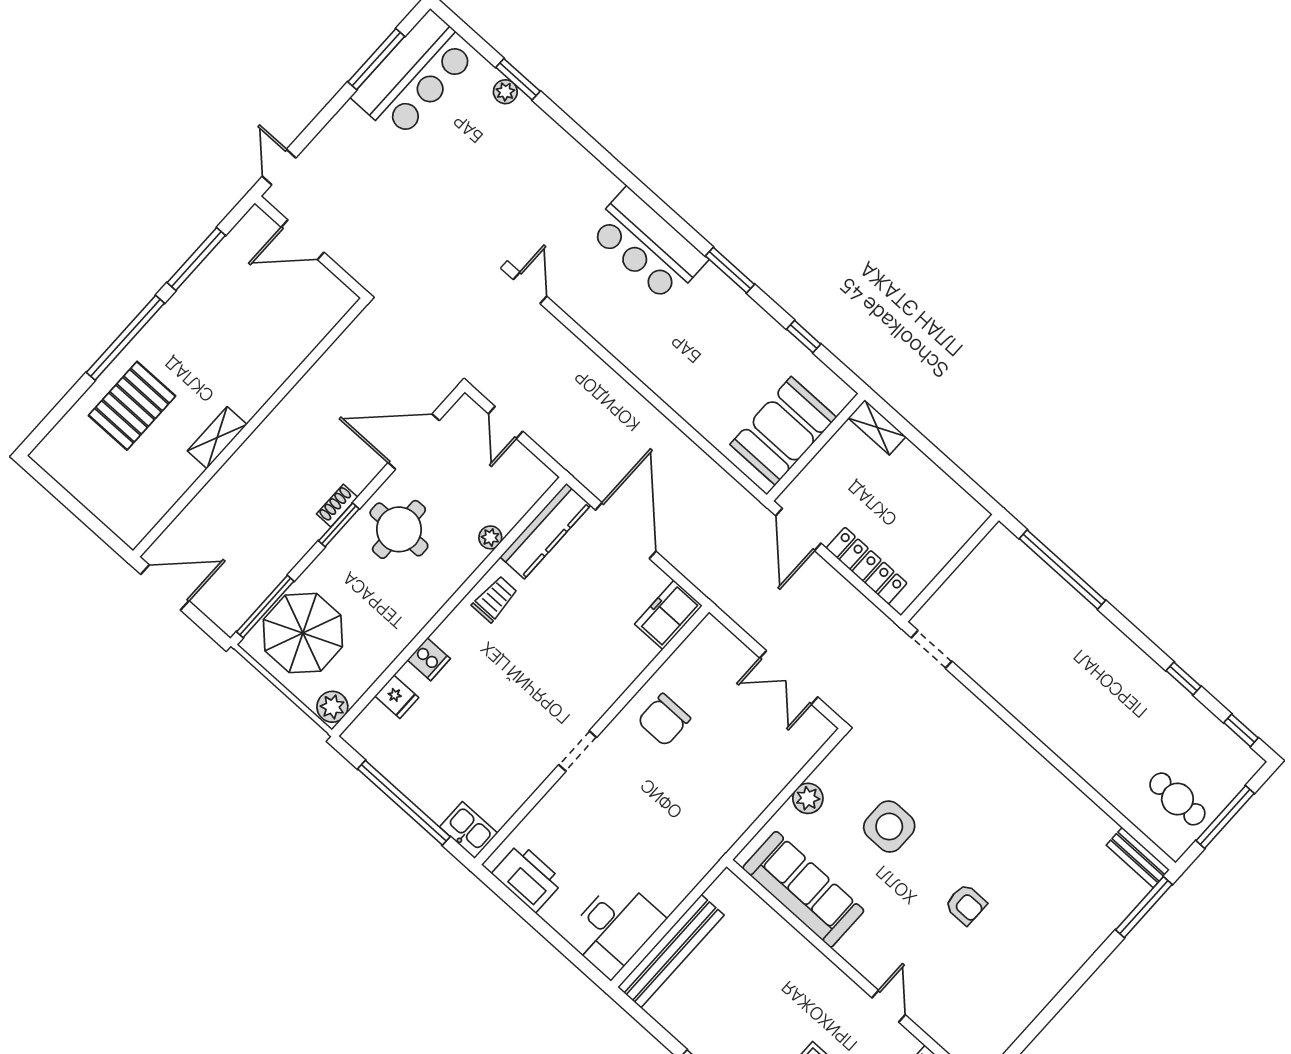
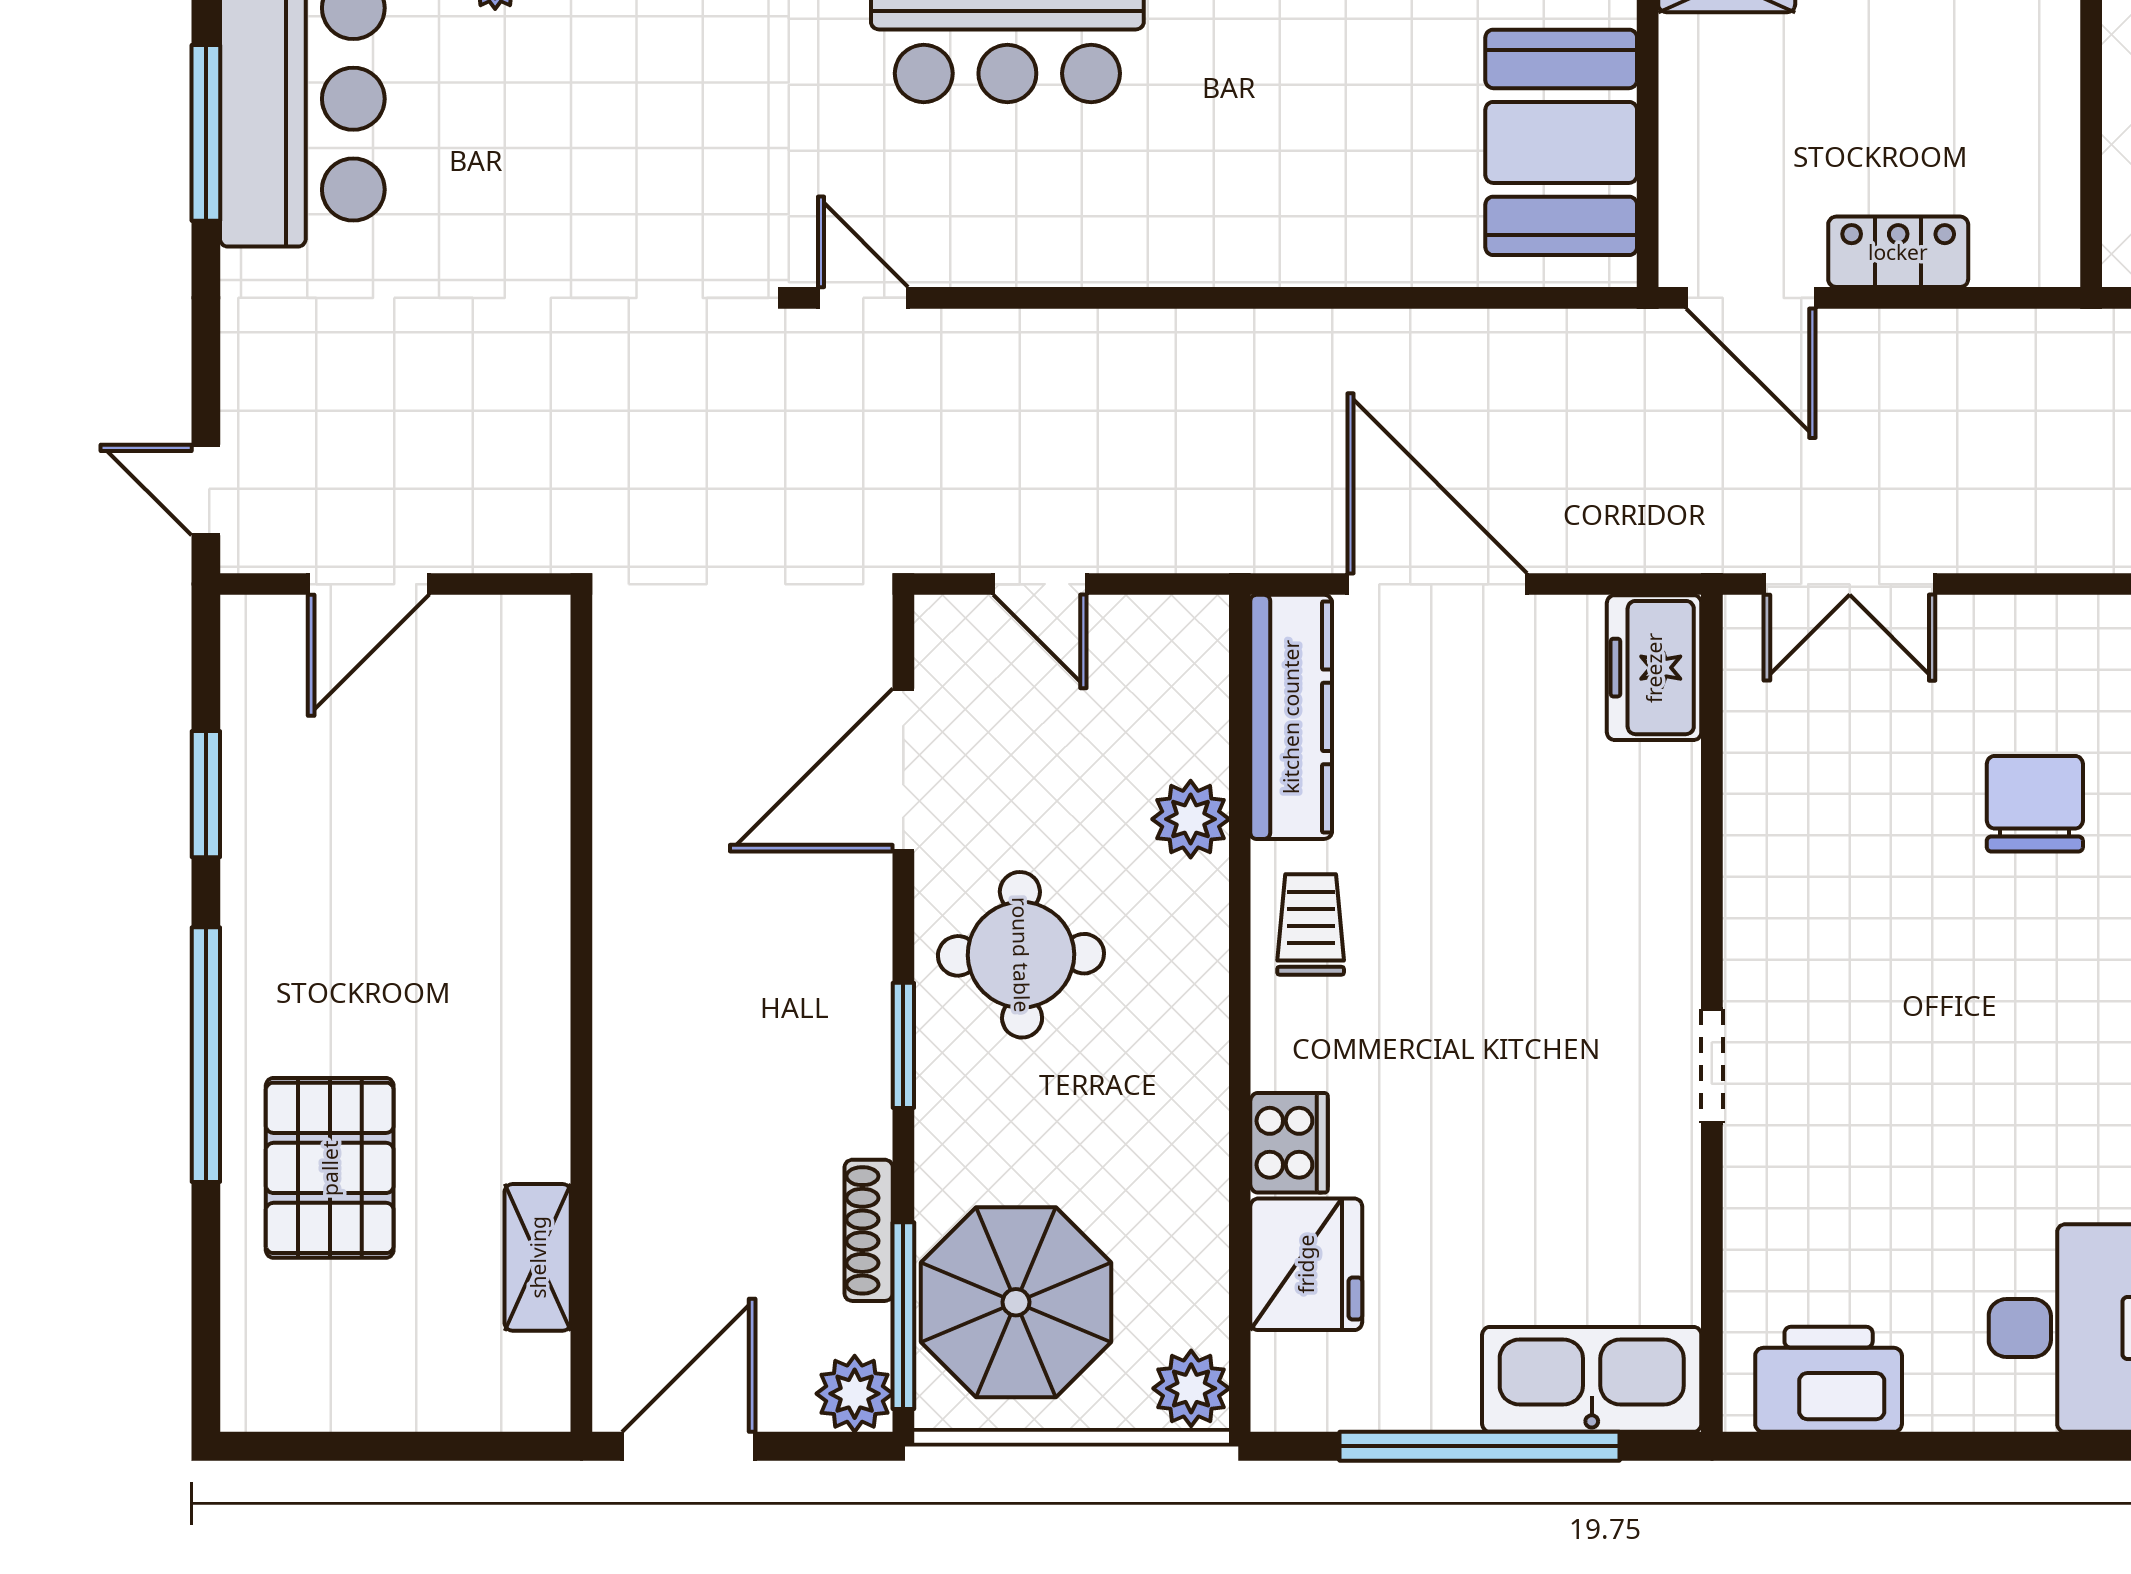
window: (196, 259) -> (206, 794), width x0.69
shelving: (217, 438) -> (538, 1257), moved
shoe rack: (337, 506) -> (869, 1230), moved, width x1.43
plant: (490, 537) -> (1191, 819), width x1.38, depth x1.38
locker: (867, 566) -> (1898, 252), width x0.66
plant: (229, 617) -> (855, 1394), added
cooker: (429, 659) -> (1289, 1143), width x1.36
double door: (789, 677) -> (1850, 584), moved
fridge: (397, 697) -> (1306, 1264), width x1.88, depth x1.34
chair: (664, 720) -> (2035, 804), moved, turned 180
kitchen sink: (469, 830) -> (1592, 1379), width x1.88, depth x1.24

